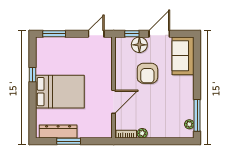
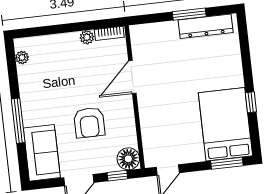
floor lamp: (139, 45) -> (128, 159), moved
armchair: (147, 73) -> (89, 123), turned 180
bed: (60, 92) -> (225, 124), moved, turned 90
window: (197, 115) -> (18, 121), moved

